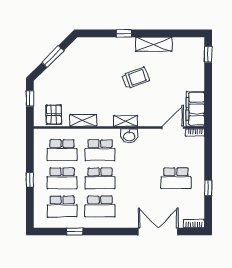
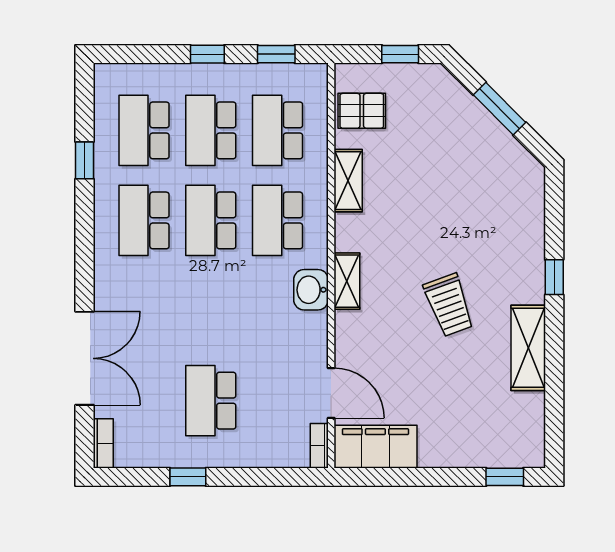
window: (30, 151) -> (276, 54), added

